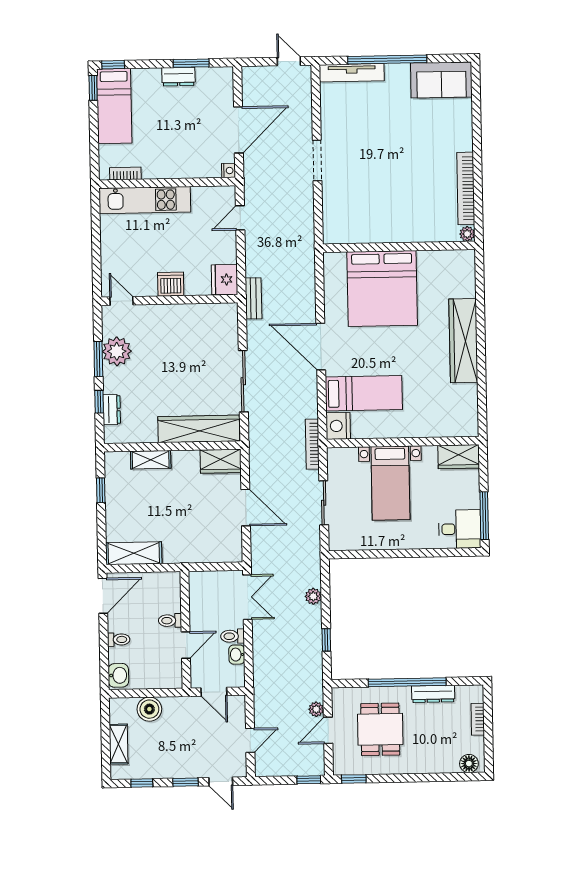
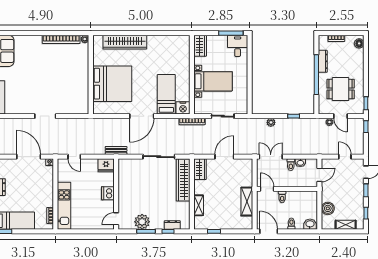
wardrobe: (463, 341) -> (125, 42), moved
shelving: (134, 553) -> (247, 202), moved
door: (186, 645) -> (267, 189), moved

